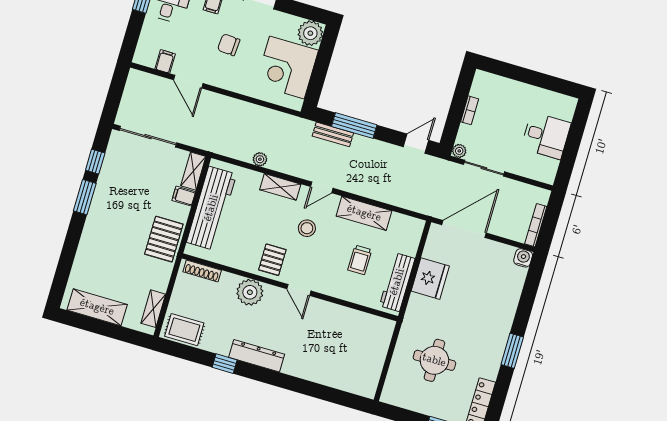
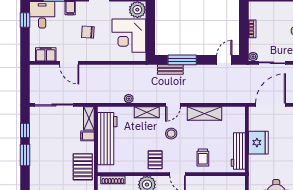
filing cabinet: (165, 61) -> (46, 54), width x2.00
trolley: (360, 260) -> (203, 157), moved

